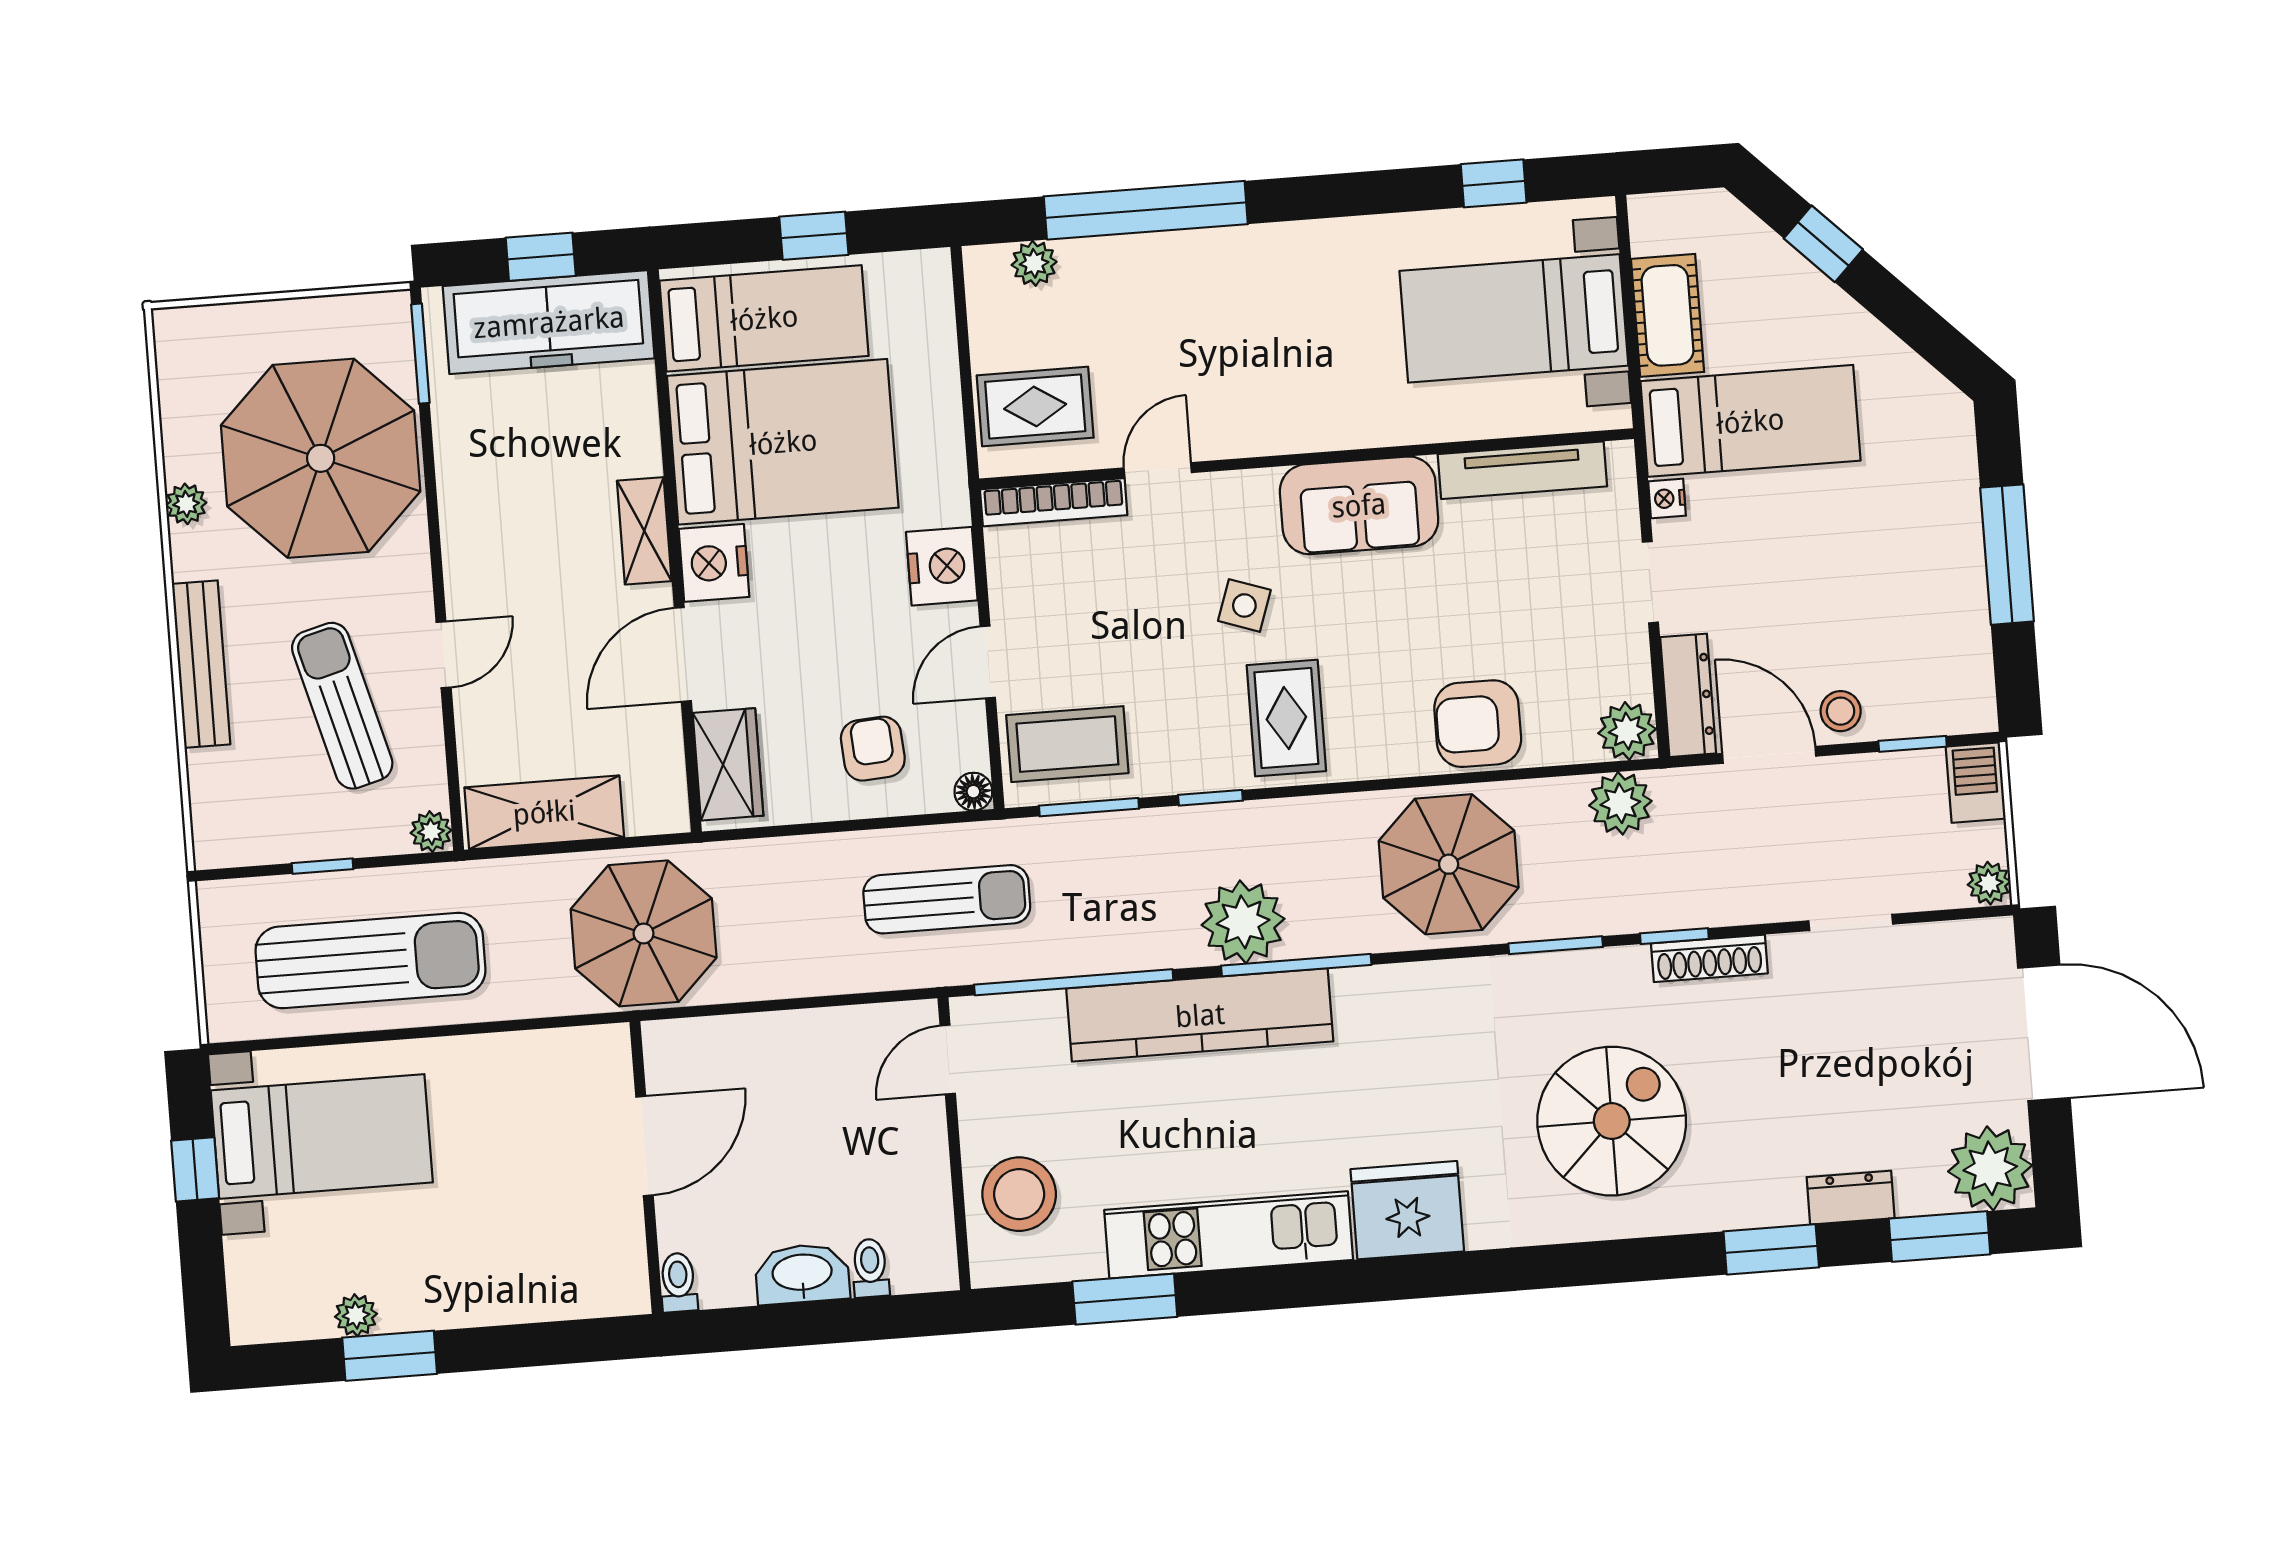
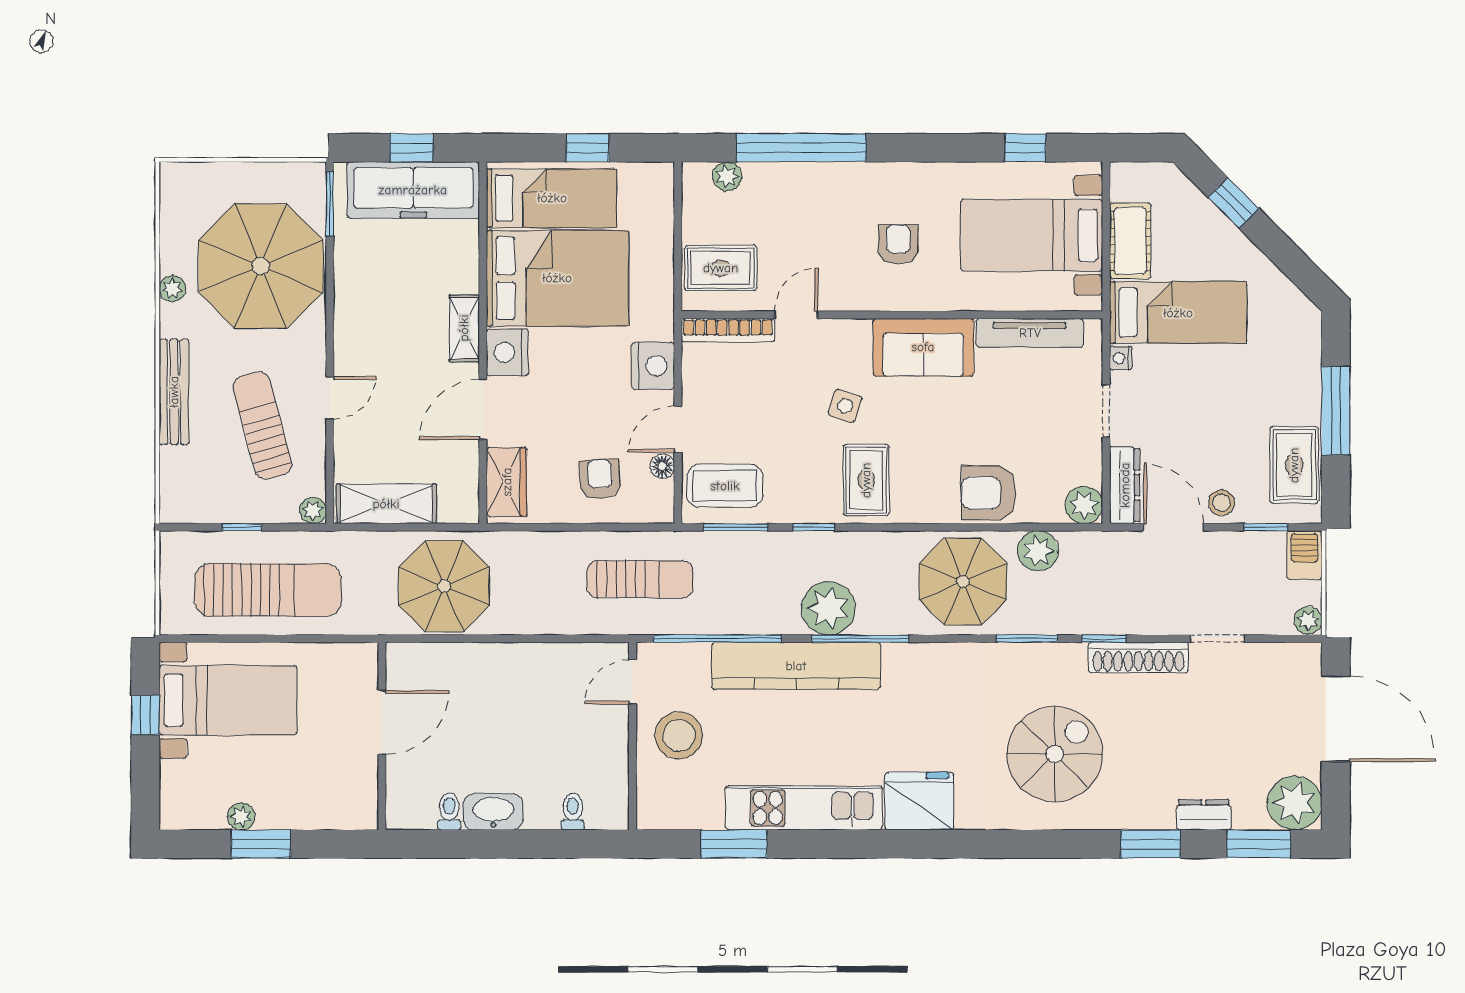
armchair: (1308, 349) -> (898, 244), added
rug: (1949, 644) -> (1294, 465), added
floor lamp: (973, 792) -> (662, 466), moved
plant: (1620, 803) -> (1038, 551), moved
shoe rack: (1709, 958) -> (1138, 658), width x1.36, depth x1.24
door: (644, 1146) -> (382, 722), moved
wall: (646, 1167) -> (382, 736), moved
stool: (1019, 1194) -> (679, 735), moved
washbasin: (802, 1274) -> (493, 812), moved

